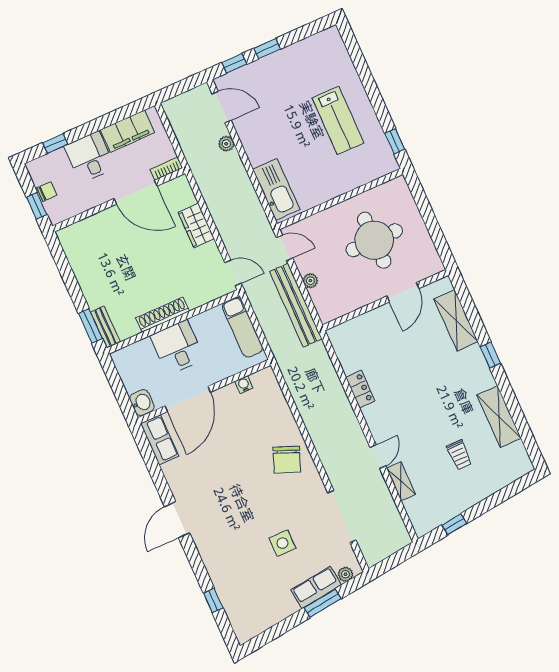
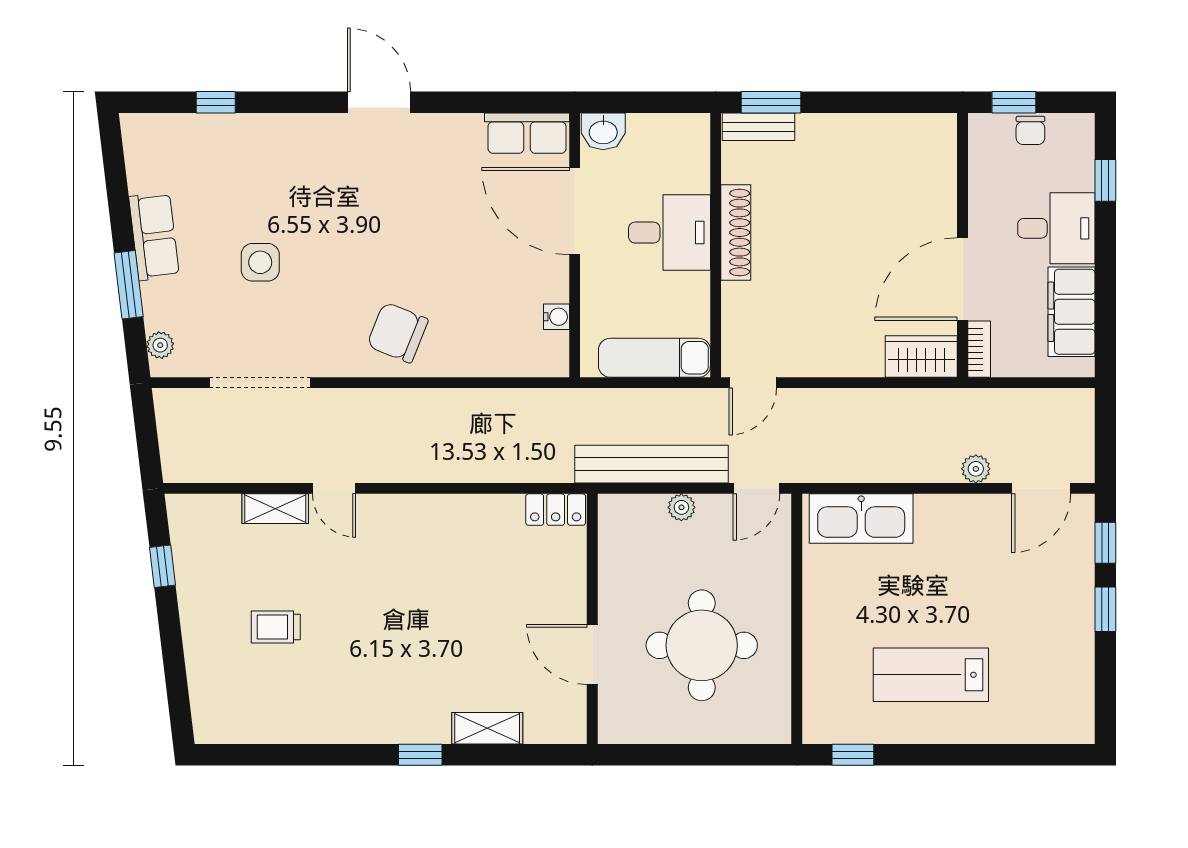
wardrobe: (196, 226) -> (921, 357), moved
shelving: (456, 320) -> (487, 728), width x0.67, depth x0.75
locker: (360, 389) -> (556, 510), moved
shelving: (499, 417) -> (310, 723), removed
row of seats: (316, 588) -> (154, 236), moved

